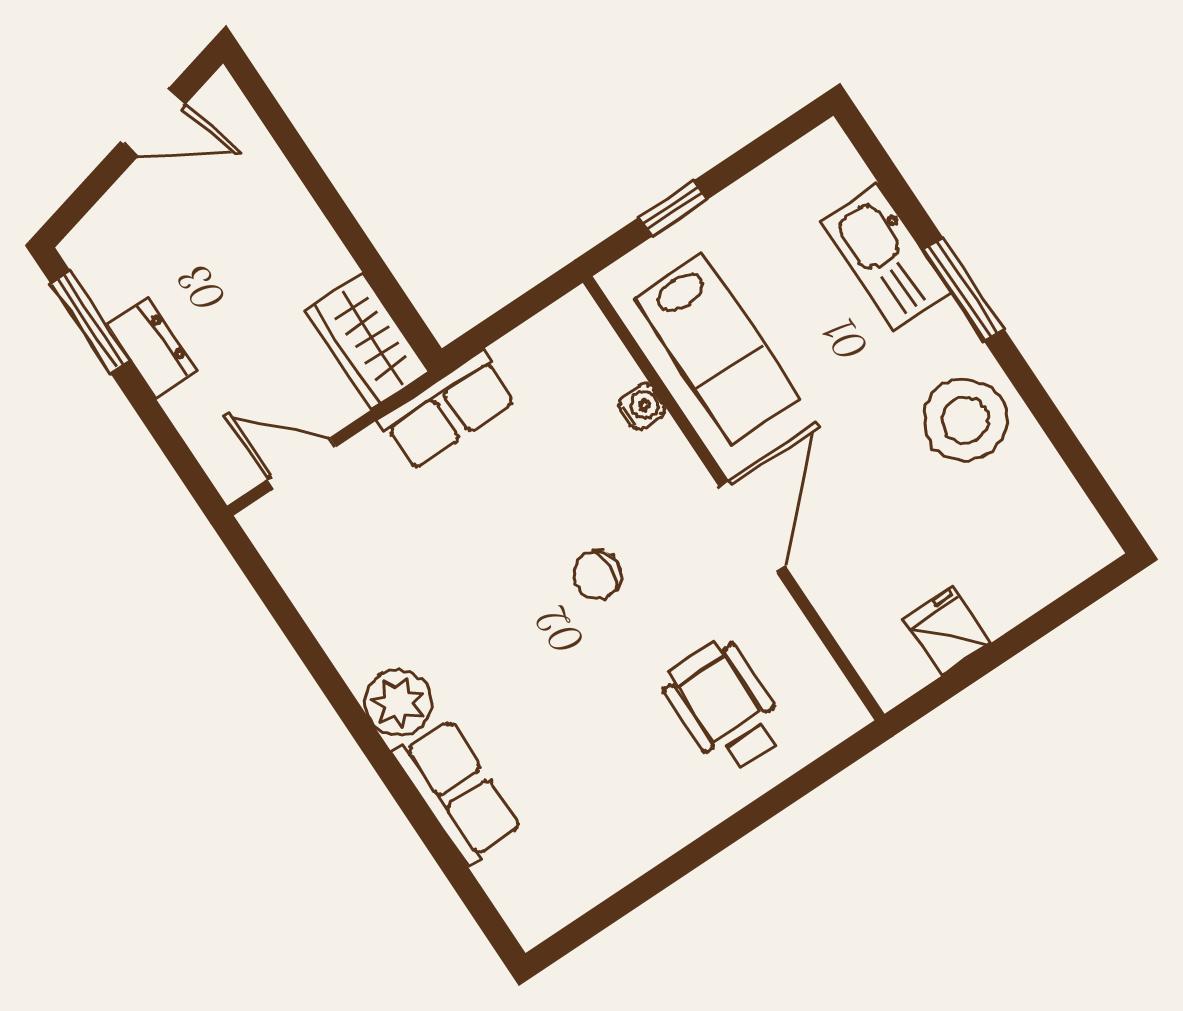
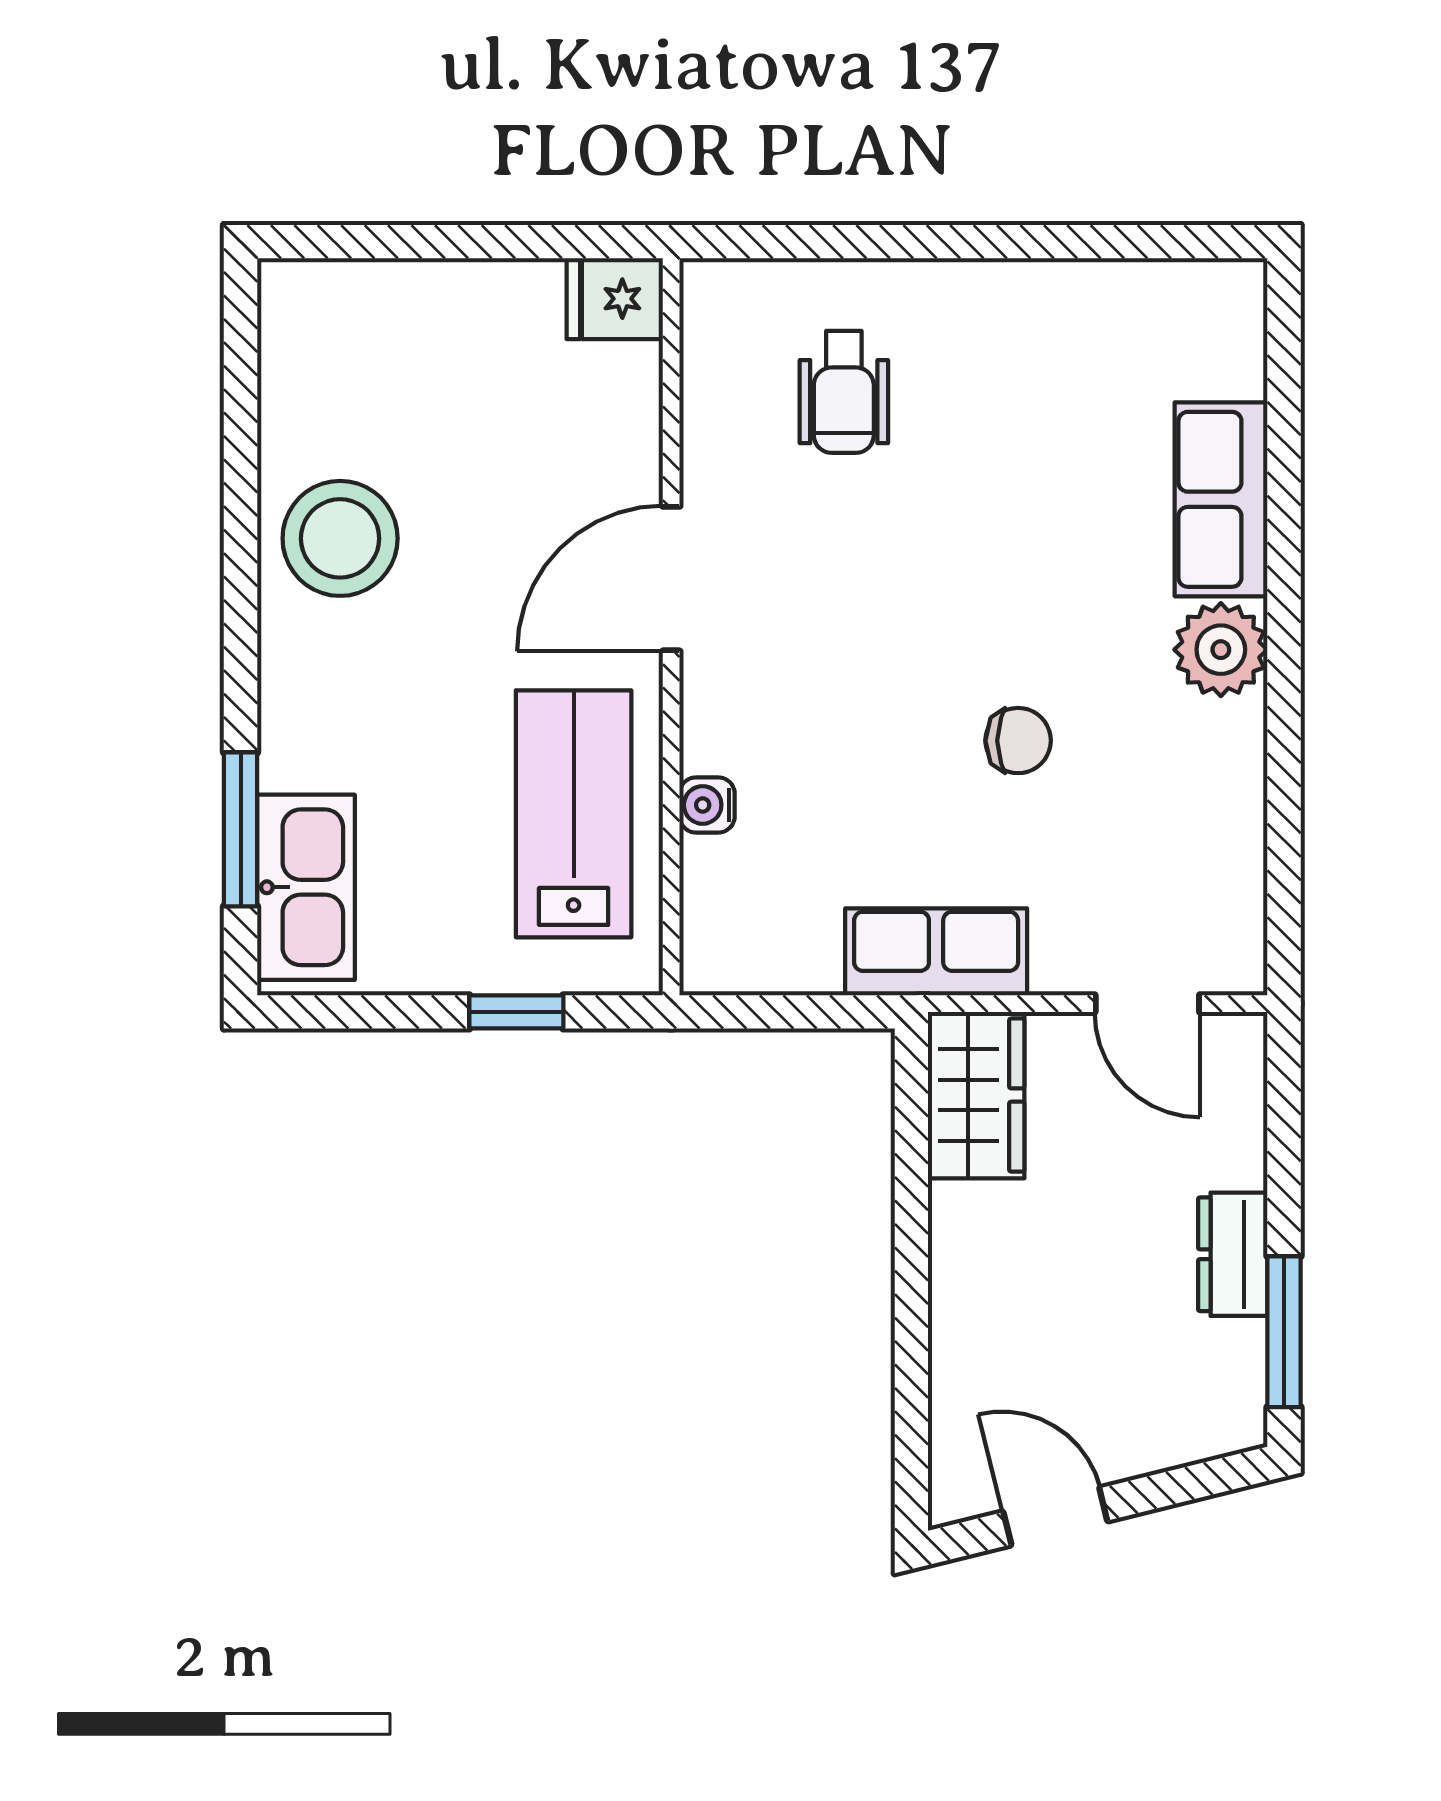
kitchen sink: (886, 257) -> (306, 887), moved
window: (964, 289) -> (241, 829), moved
chair: (597, 575) -> (1018, 741), moved
fridge: (946, 631) -> (615, 299), moved, turned 90
wheelchair: (724, 706) -> (844, 392), width x0.73, depth x0.73

